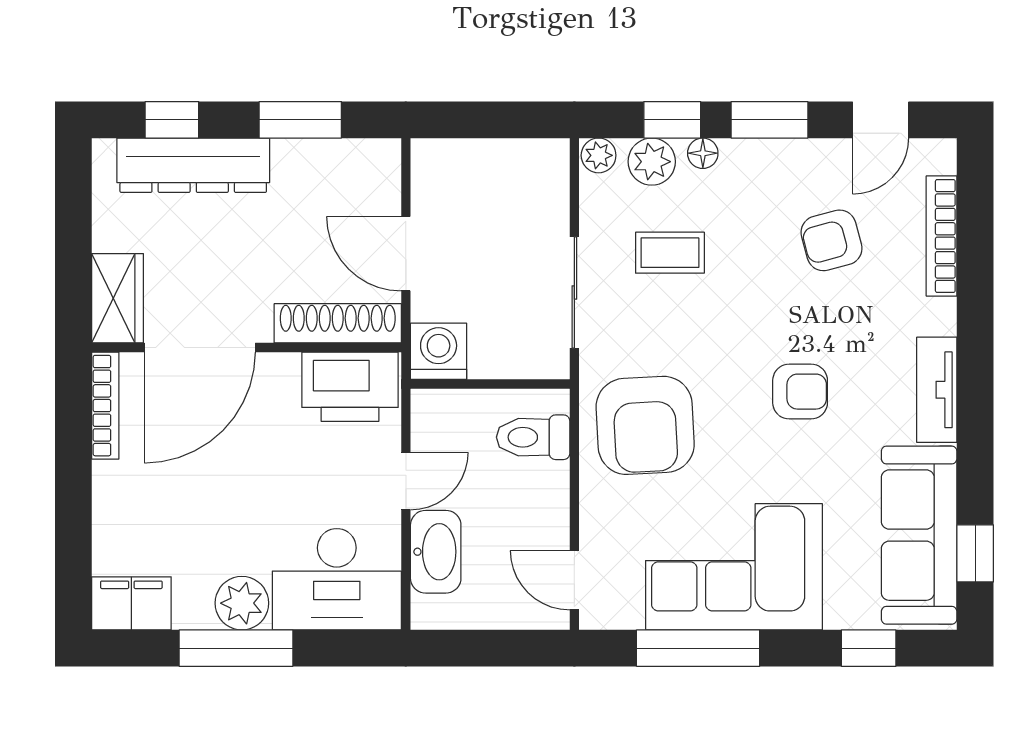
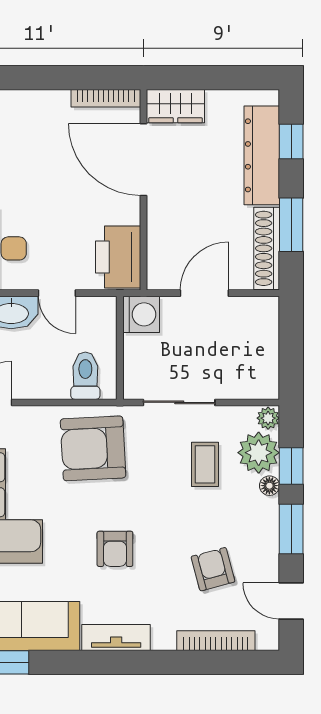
plant: (652, 162) -> (259, 453), width x1.36, depth x1.36
shoe rack: (338, 323) -> (267, 248), moved, turned 180

